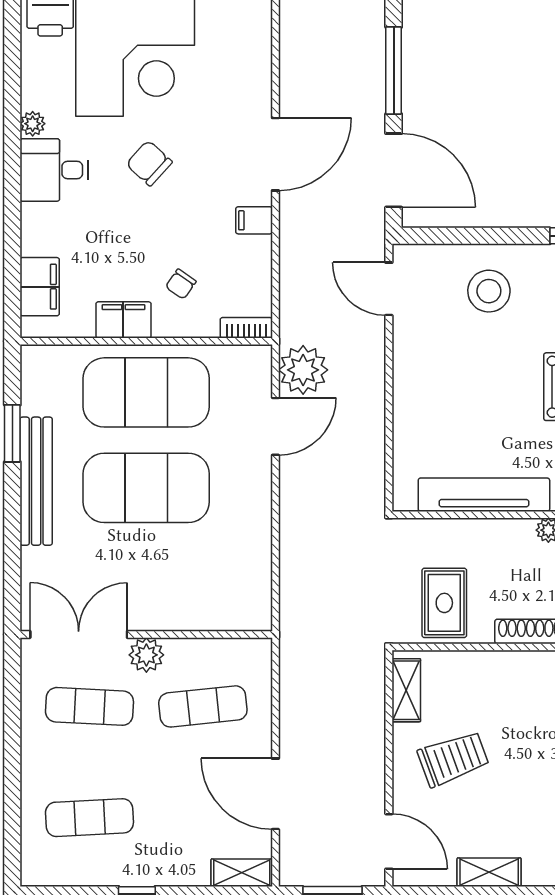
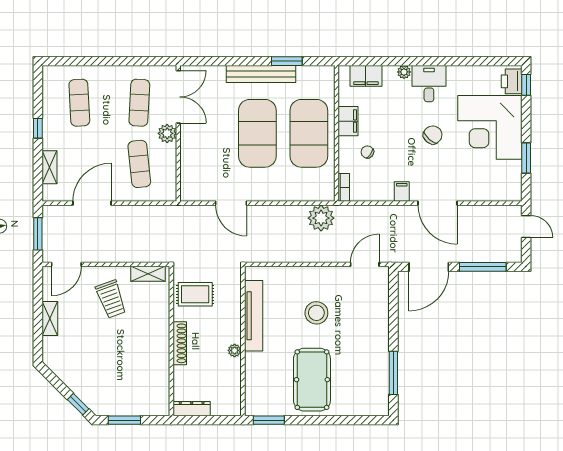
plant: (33, 124) -> (404, 72), moved
stool: (489, 291) -> (316, 313), moved
door: (275, 426) -> (231, 203), moved
shelving: (242, 873) -> (50, 167), moved

